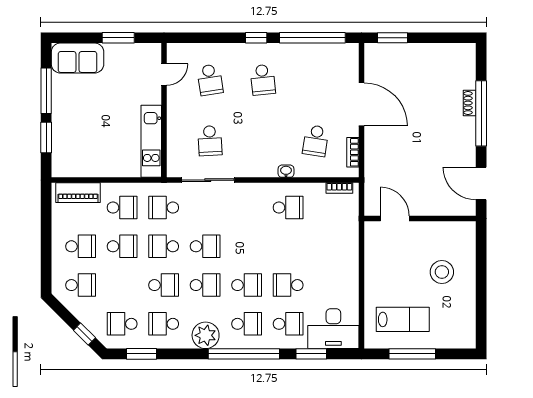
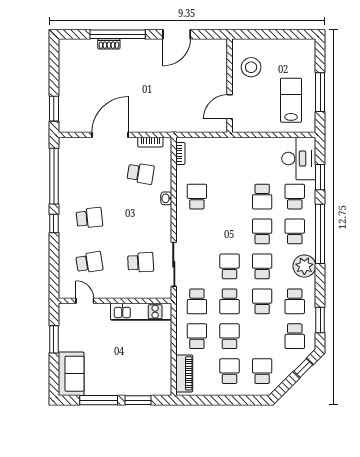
door: (395, 219) -> (230, 107), moved
wall: (420, 219) -> (230, 86), moved

